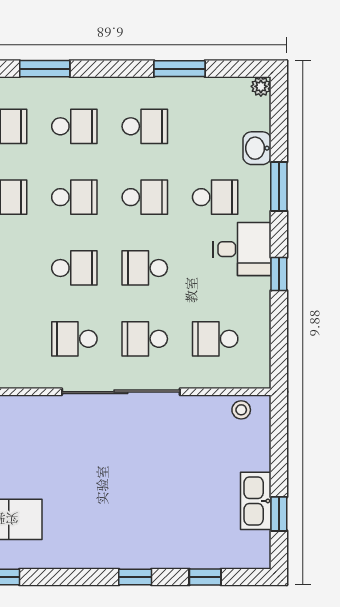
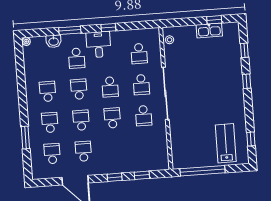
window: (179, 69) -> (21, 78), removed
school desk: (215, 197) -> (77, 58), turned 180

